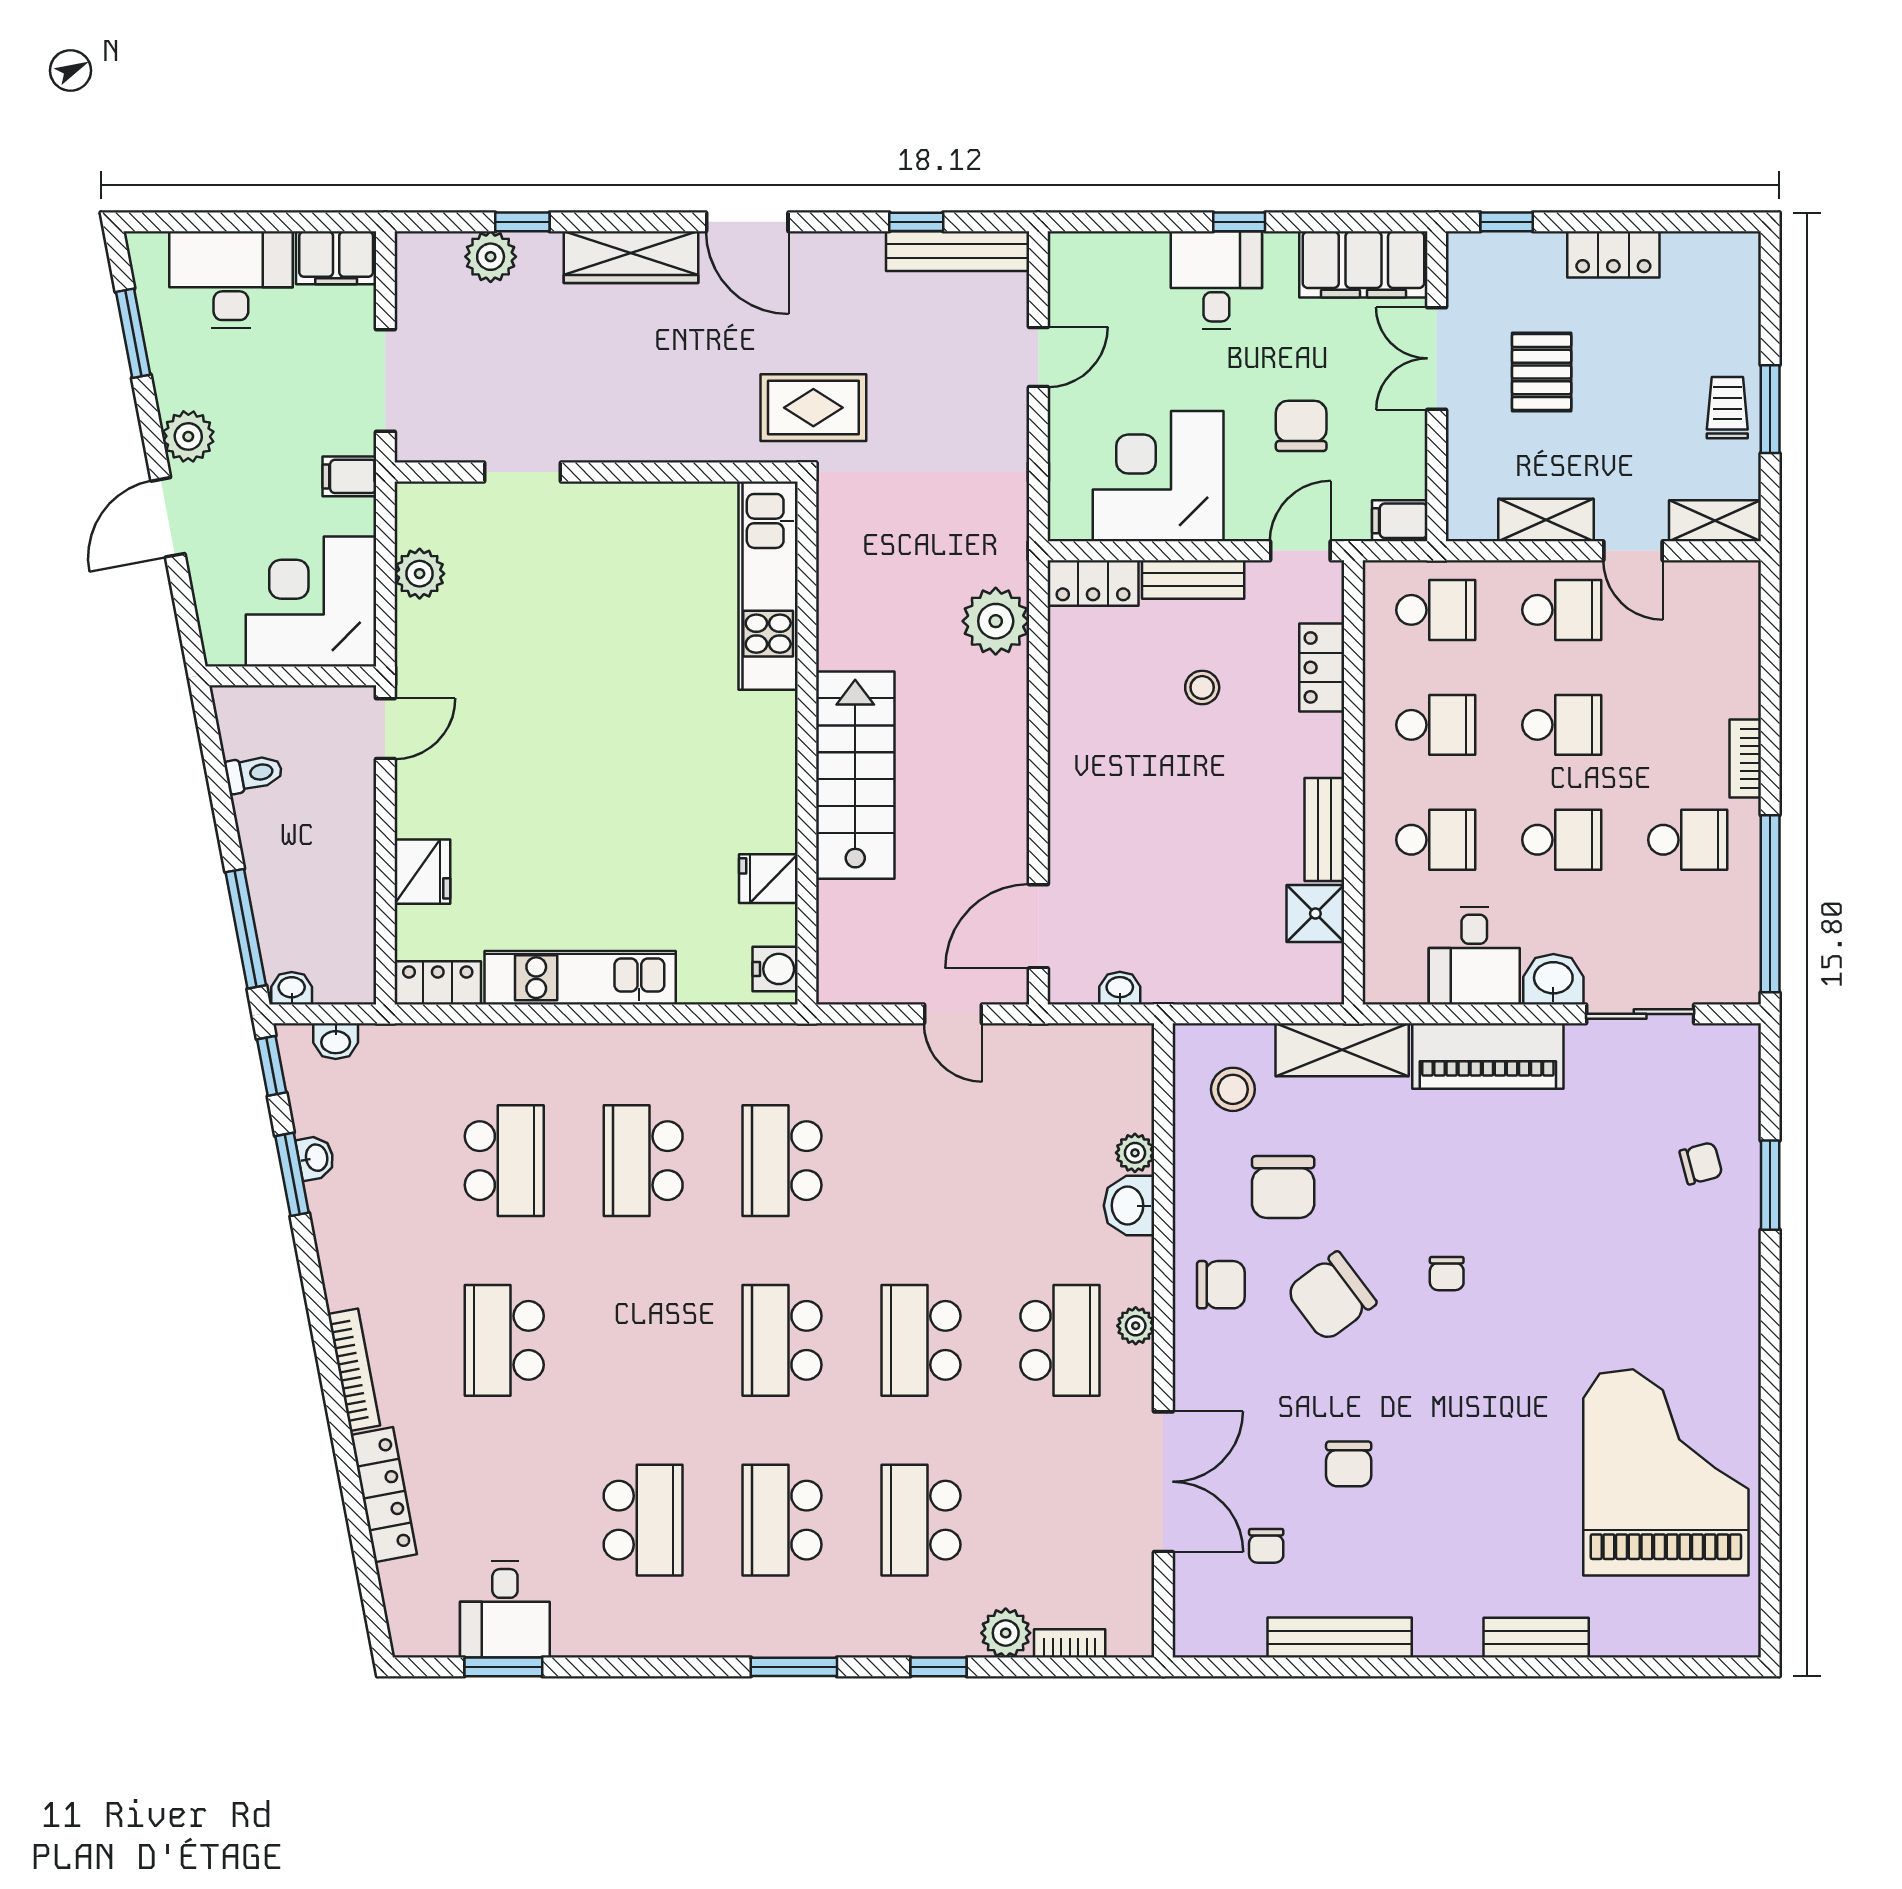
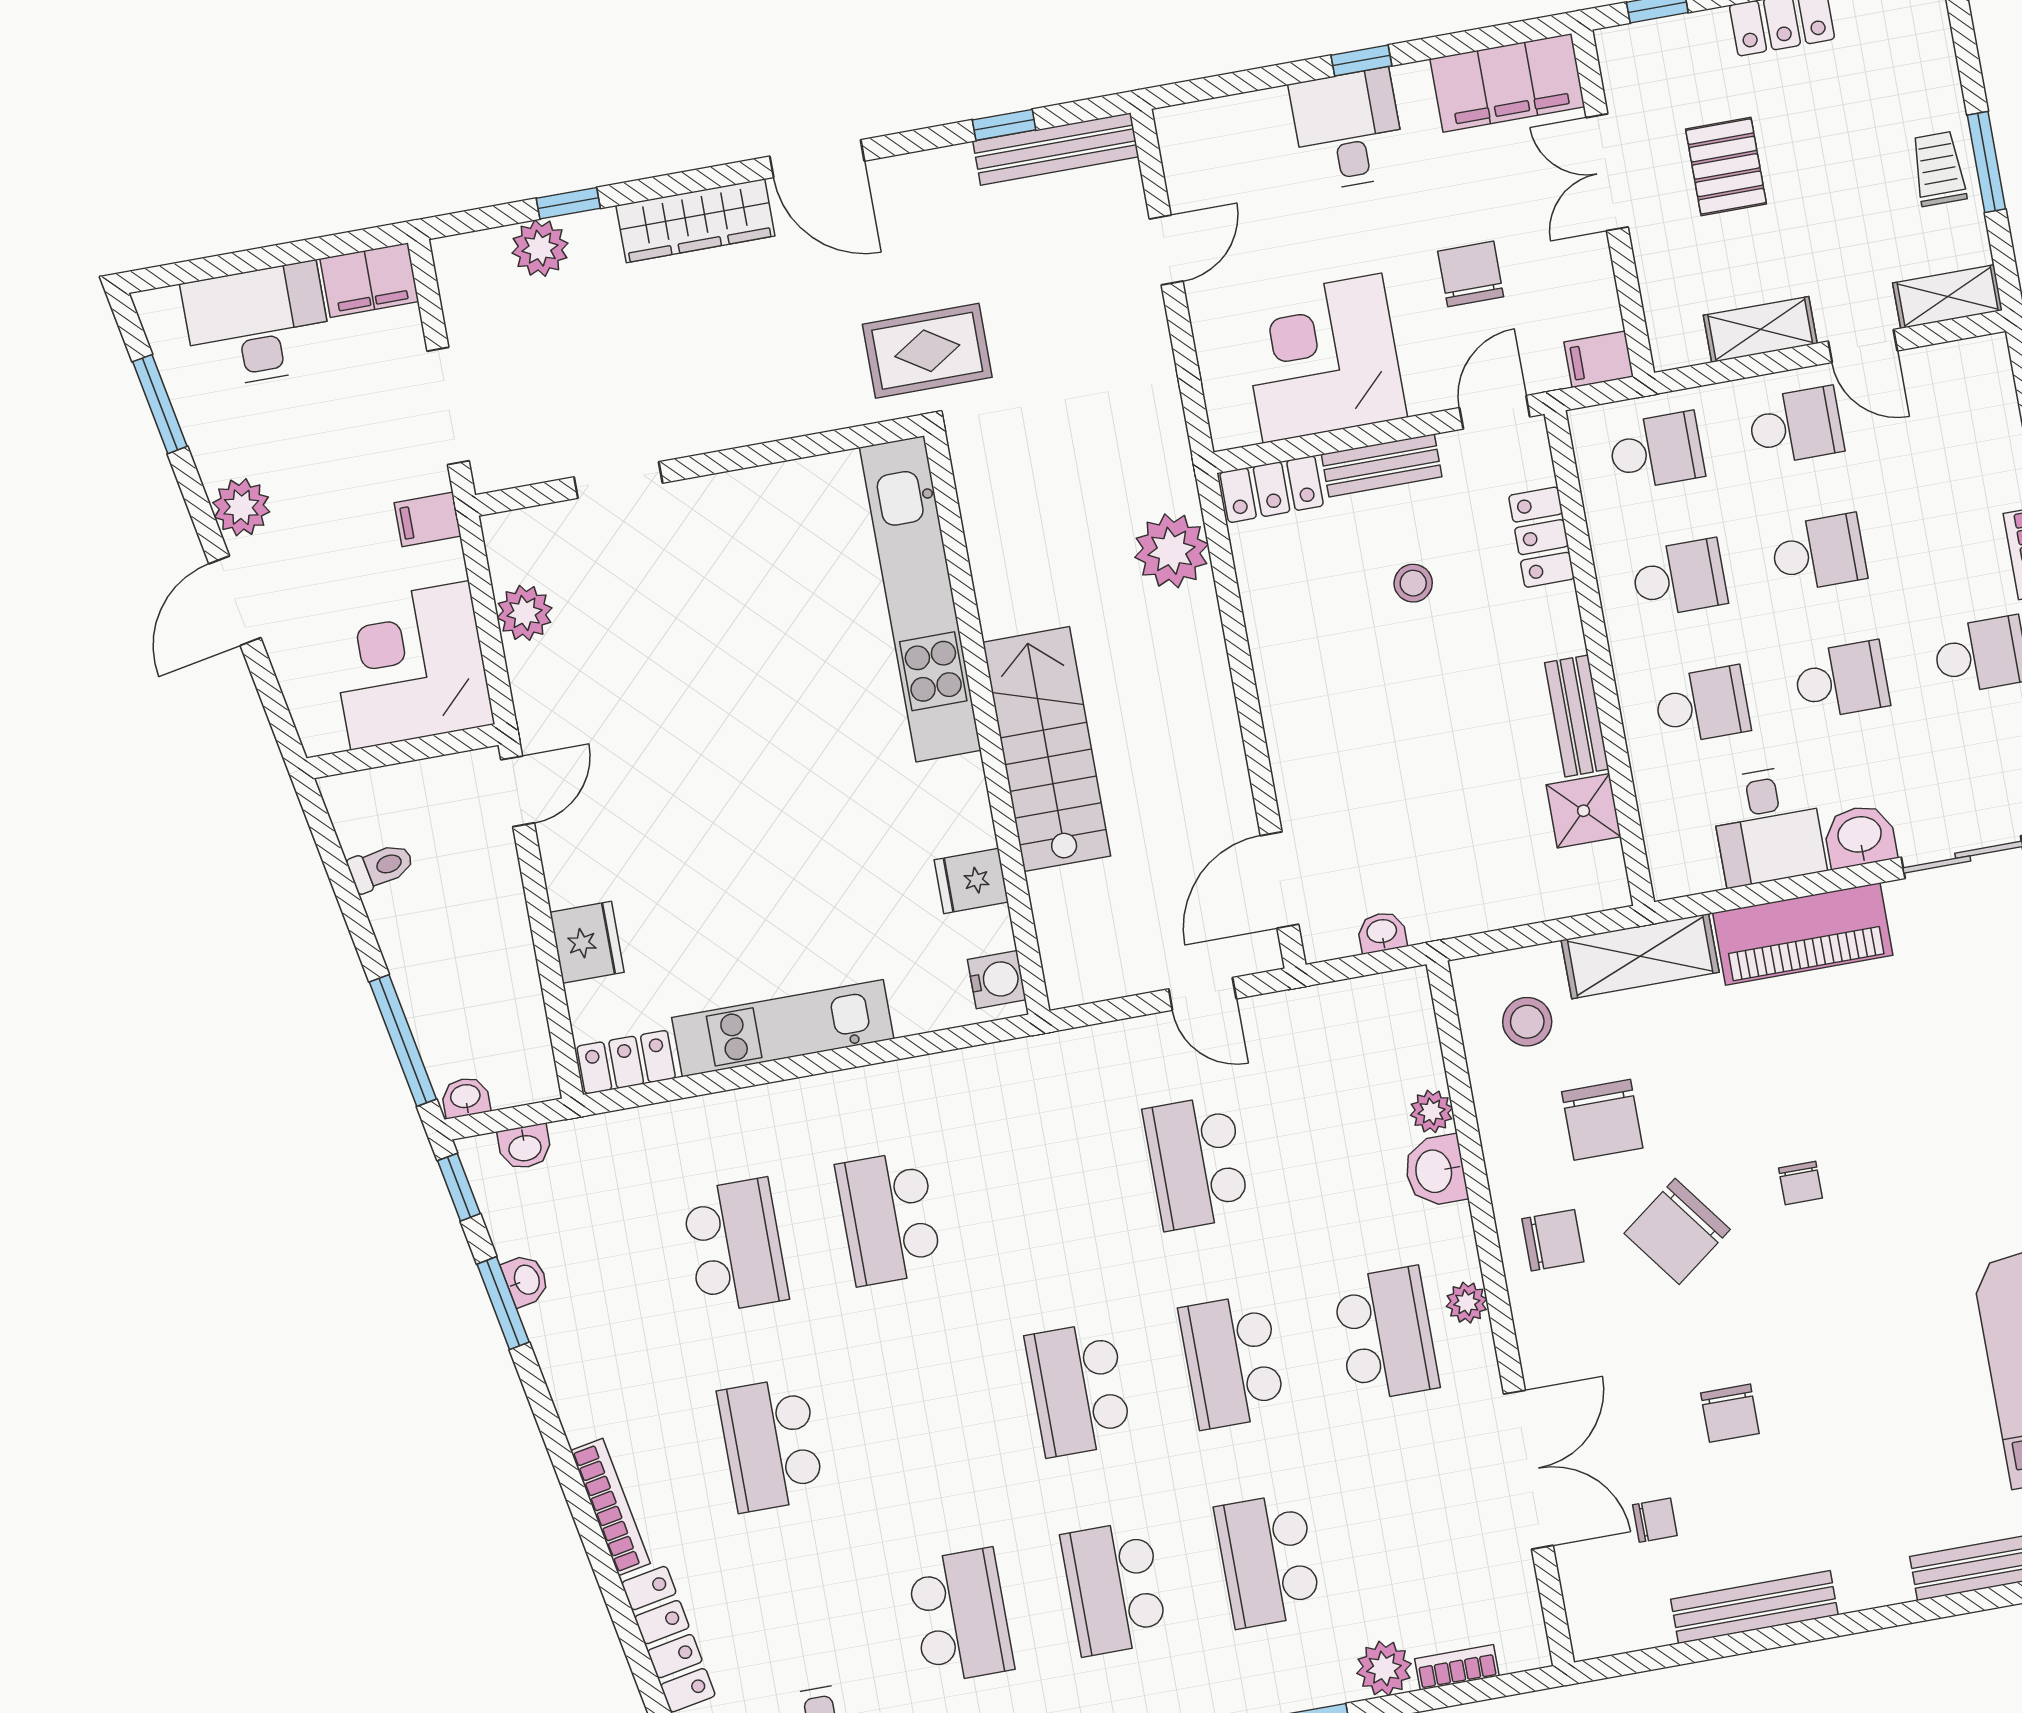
kitchen unit: (768, 586) -> (920, 599), width x1.36
school desk: (782, 1161) -> (1196, 1163), moved
chair: (1266, 1546) -> (1655, 1520), turned -90

